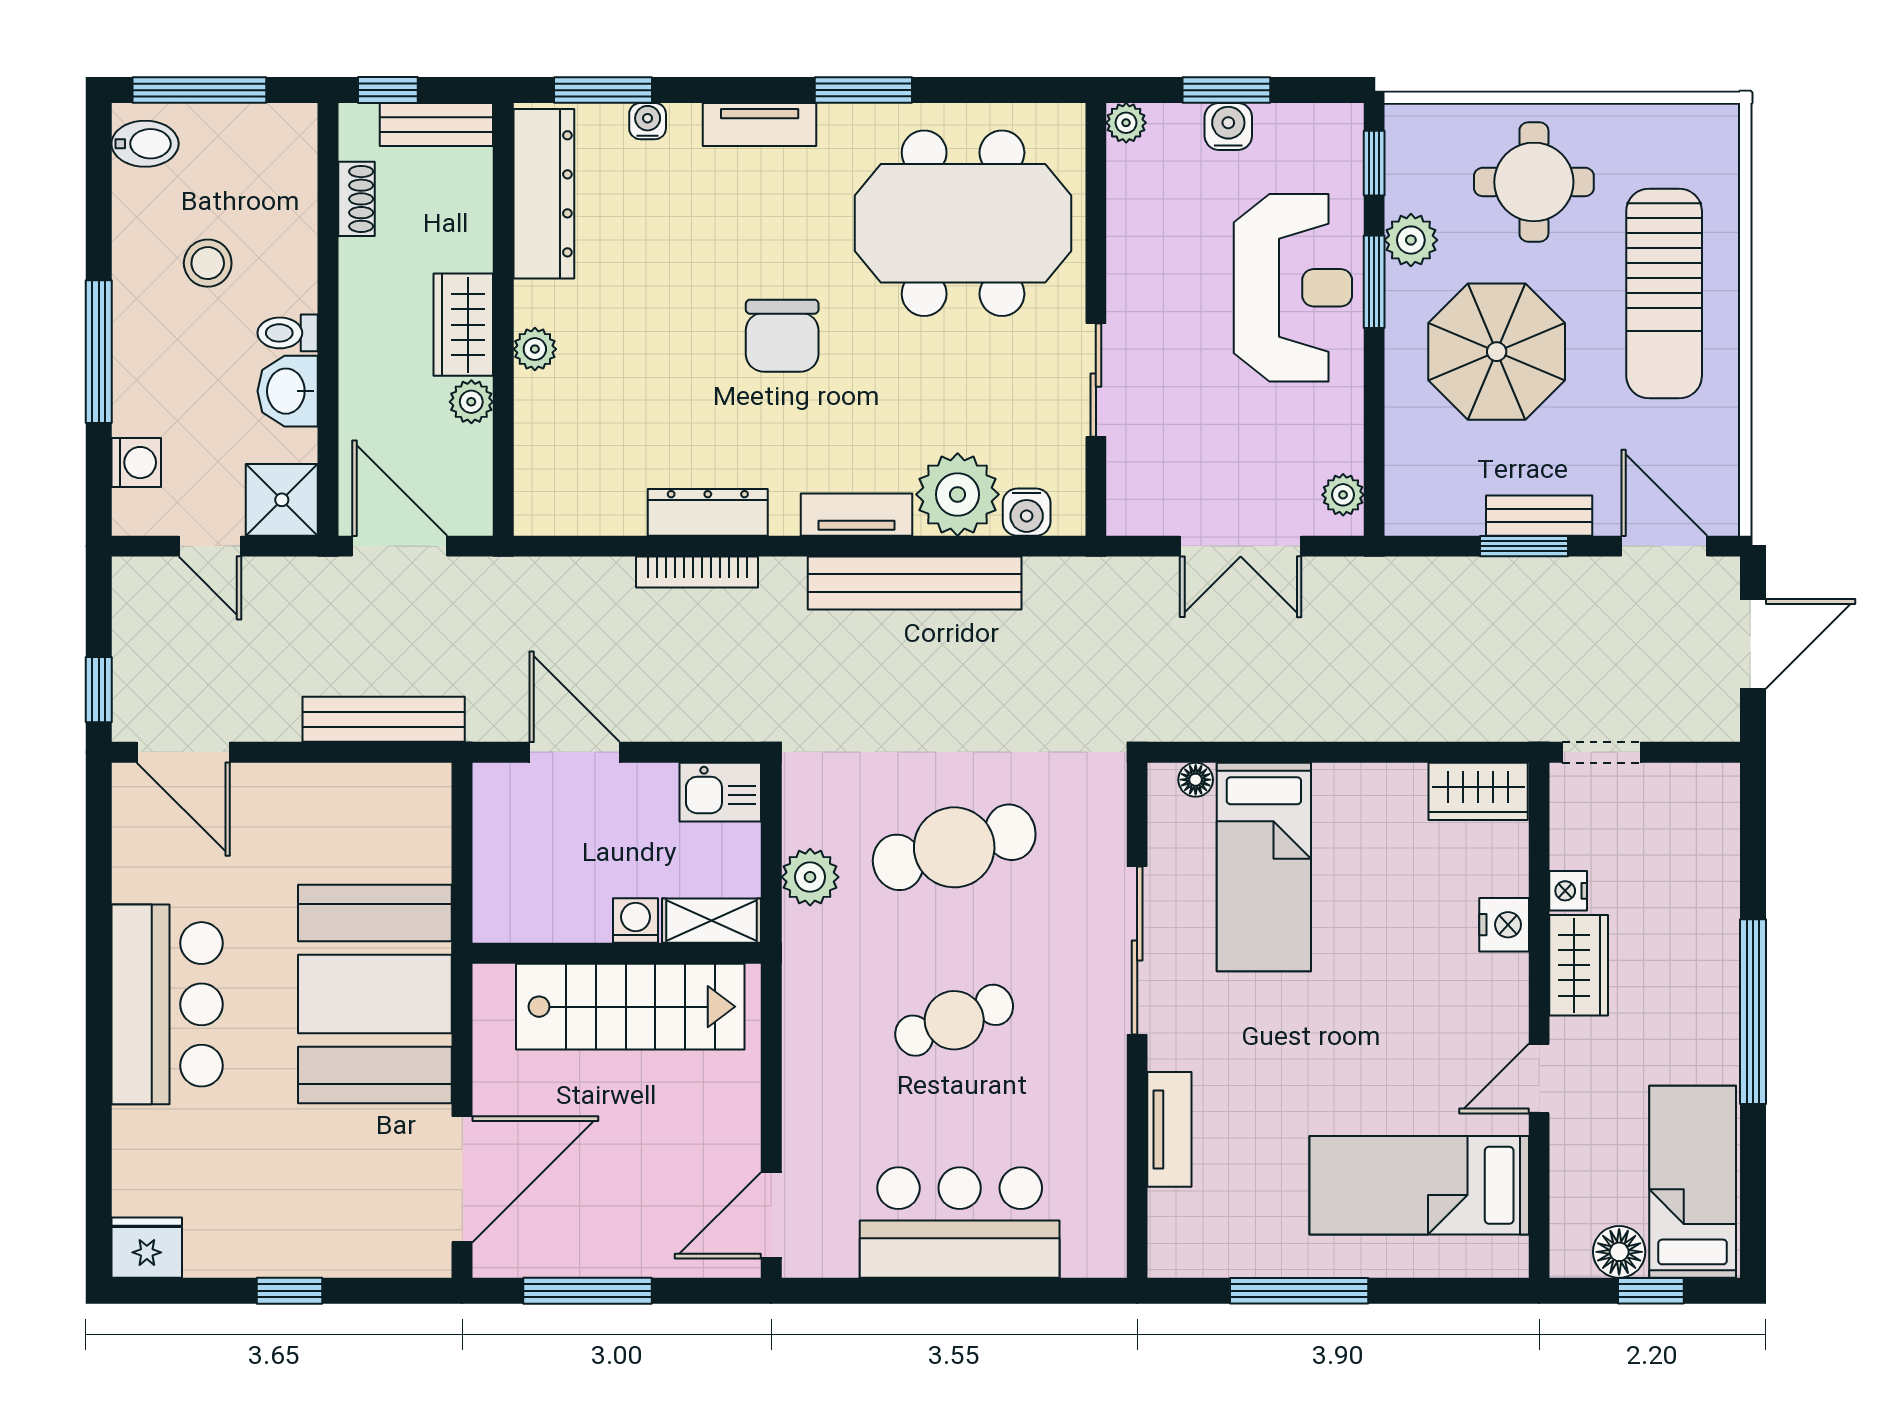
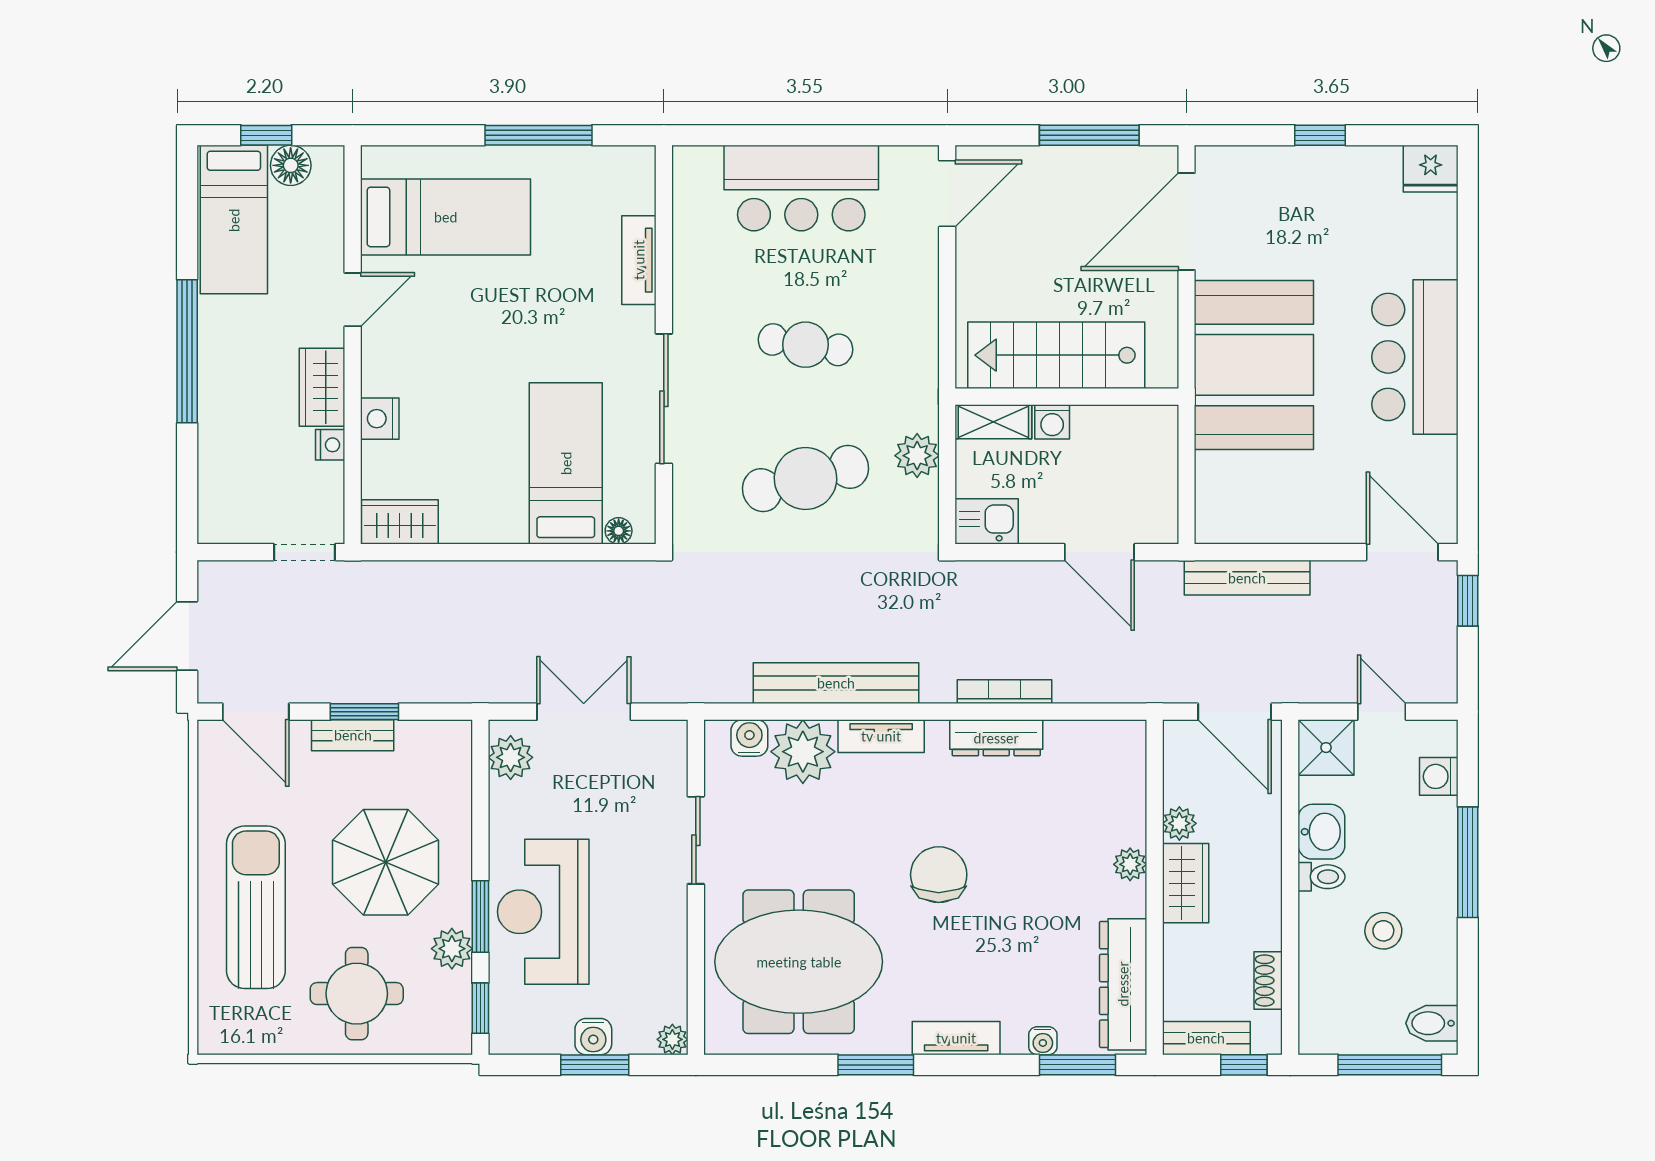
plant: (1343, 495) -> (511, 757), width x1.38, depth x1.38
cafe table: (954, 1020) -> (805, 345), turned 30

